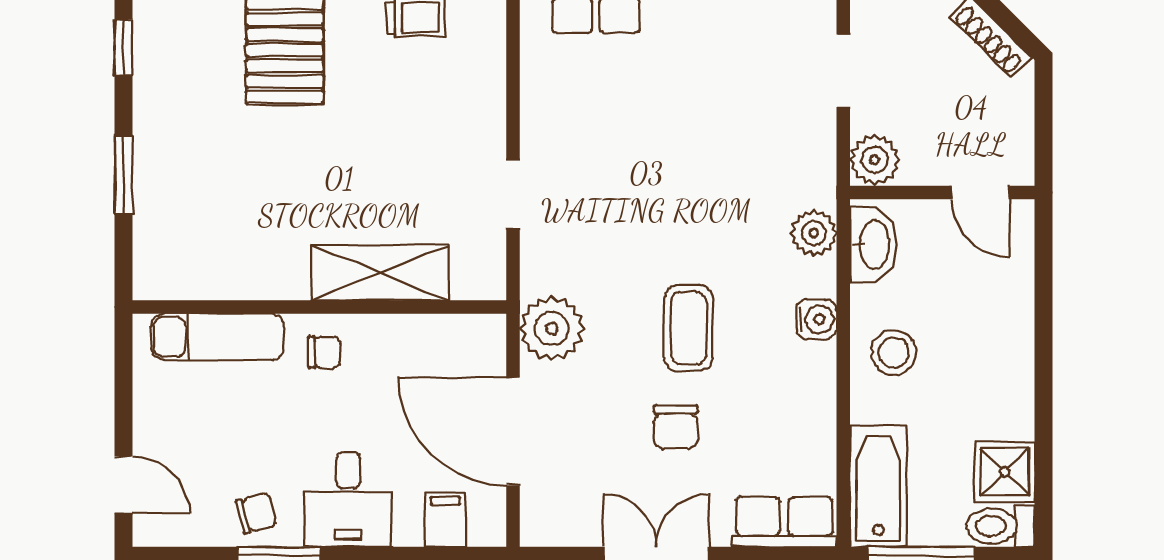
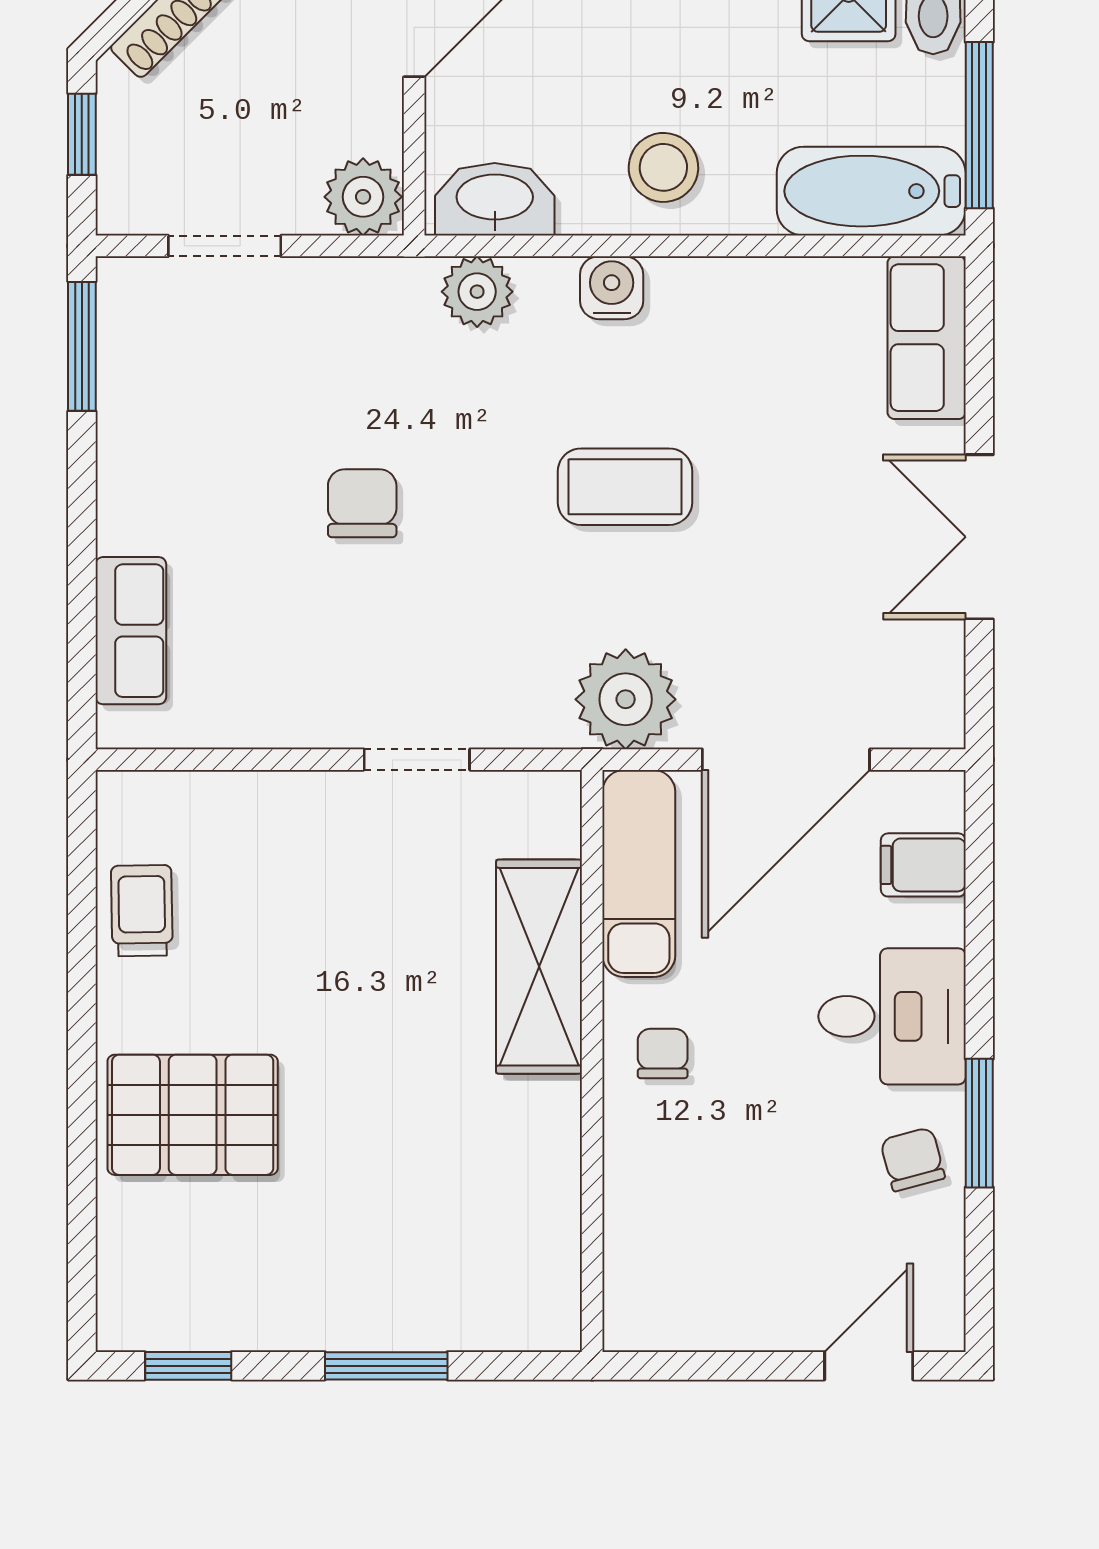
exam couch: (217, 337) -> (639, 874), moved
chair: (676, 427) -> (362, 503), moved, turned -90

